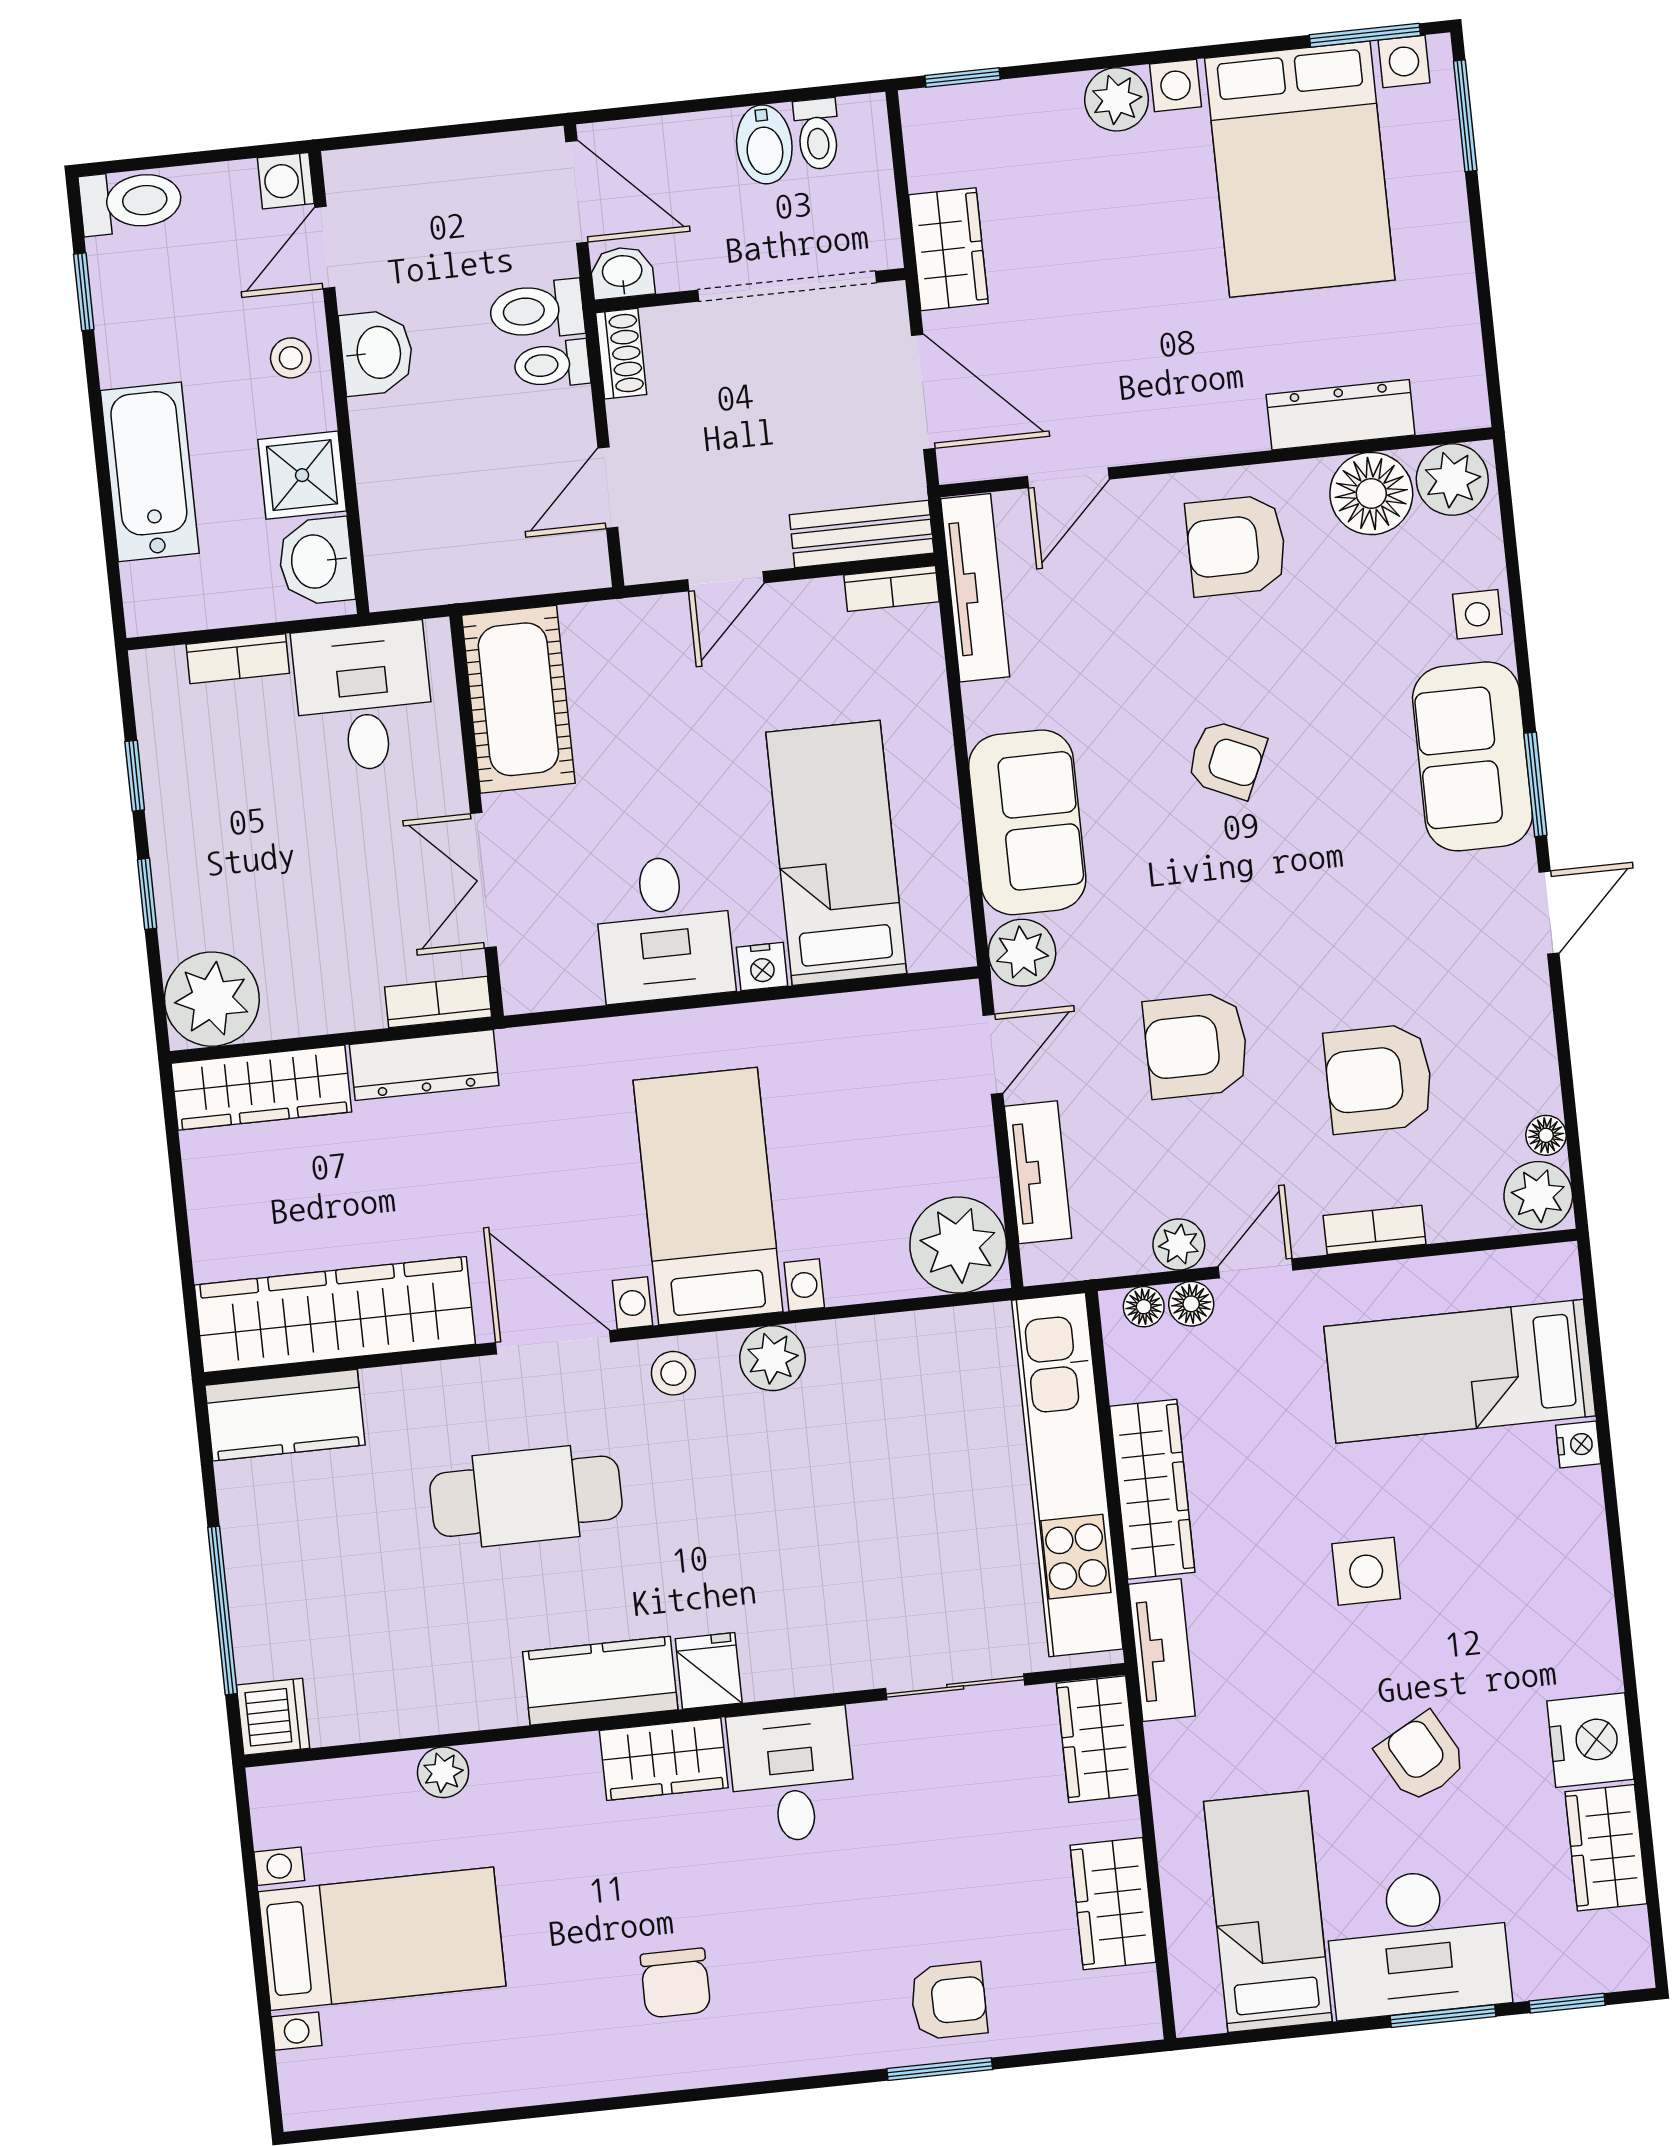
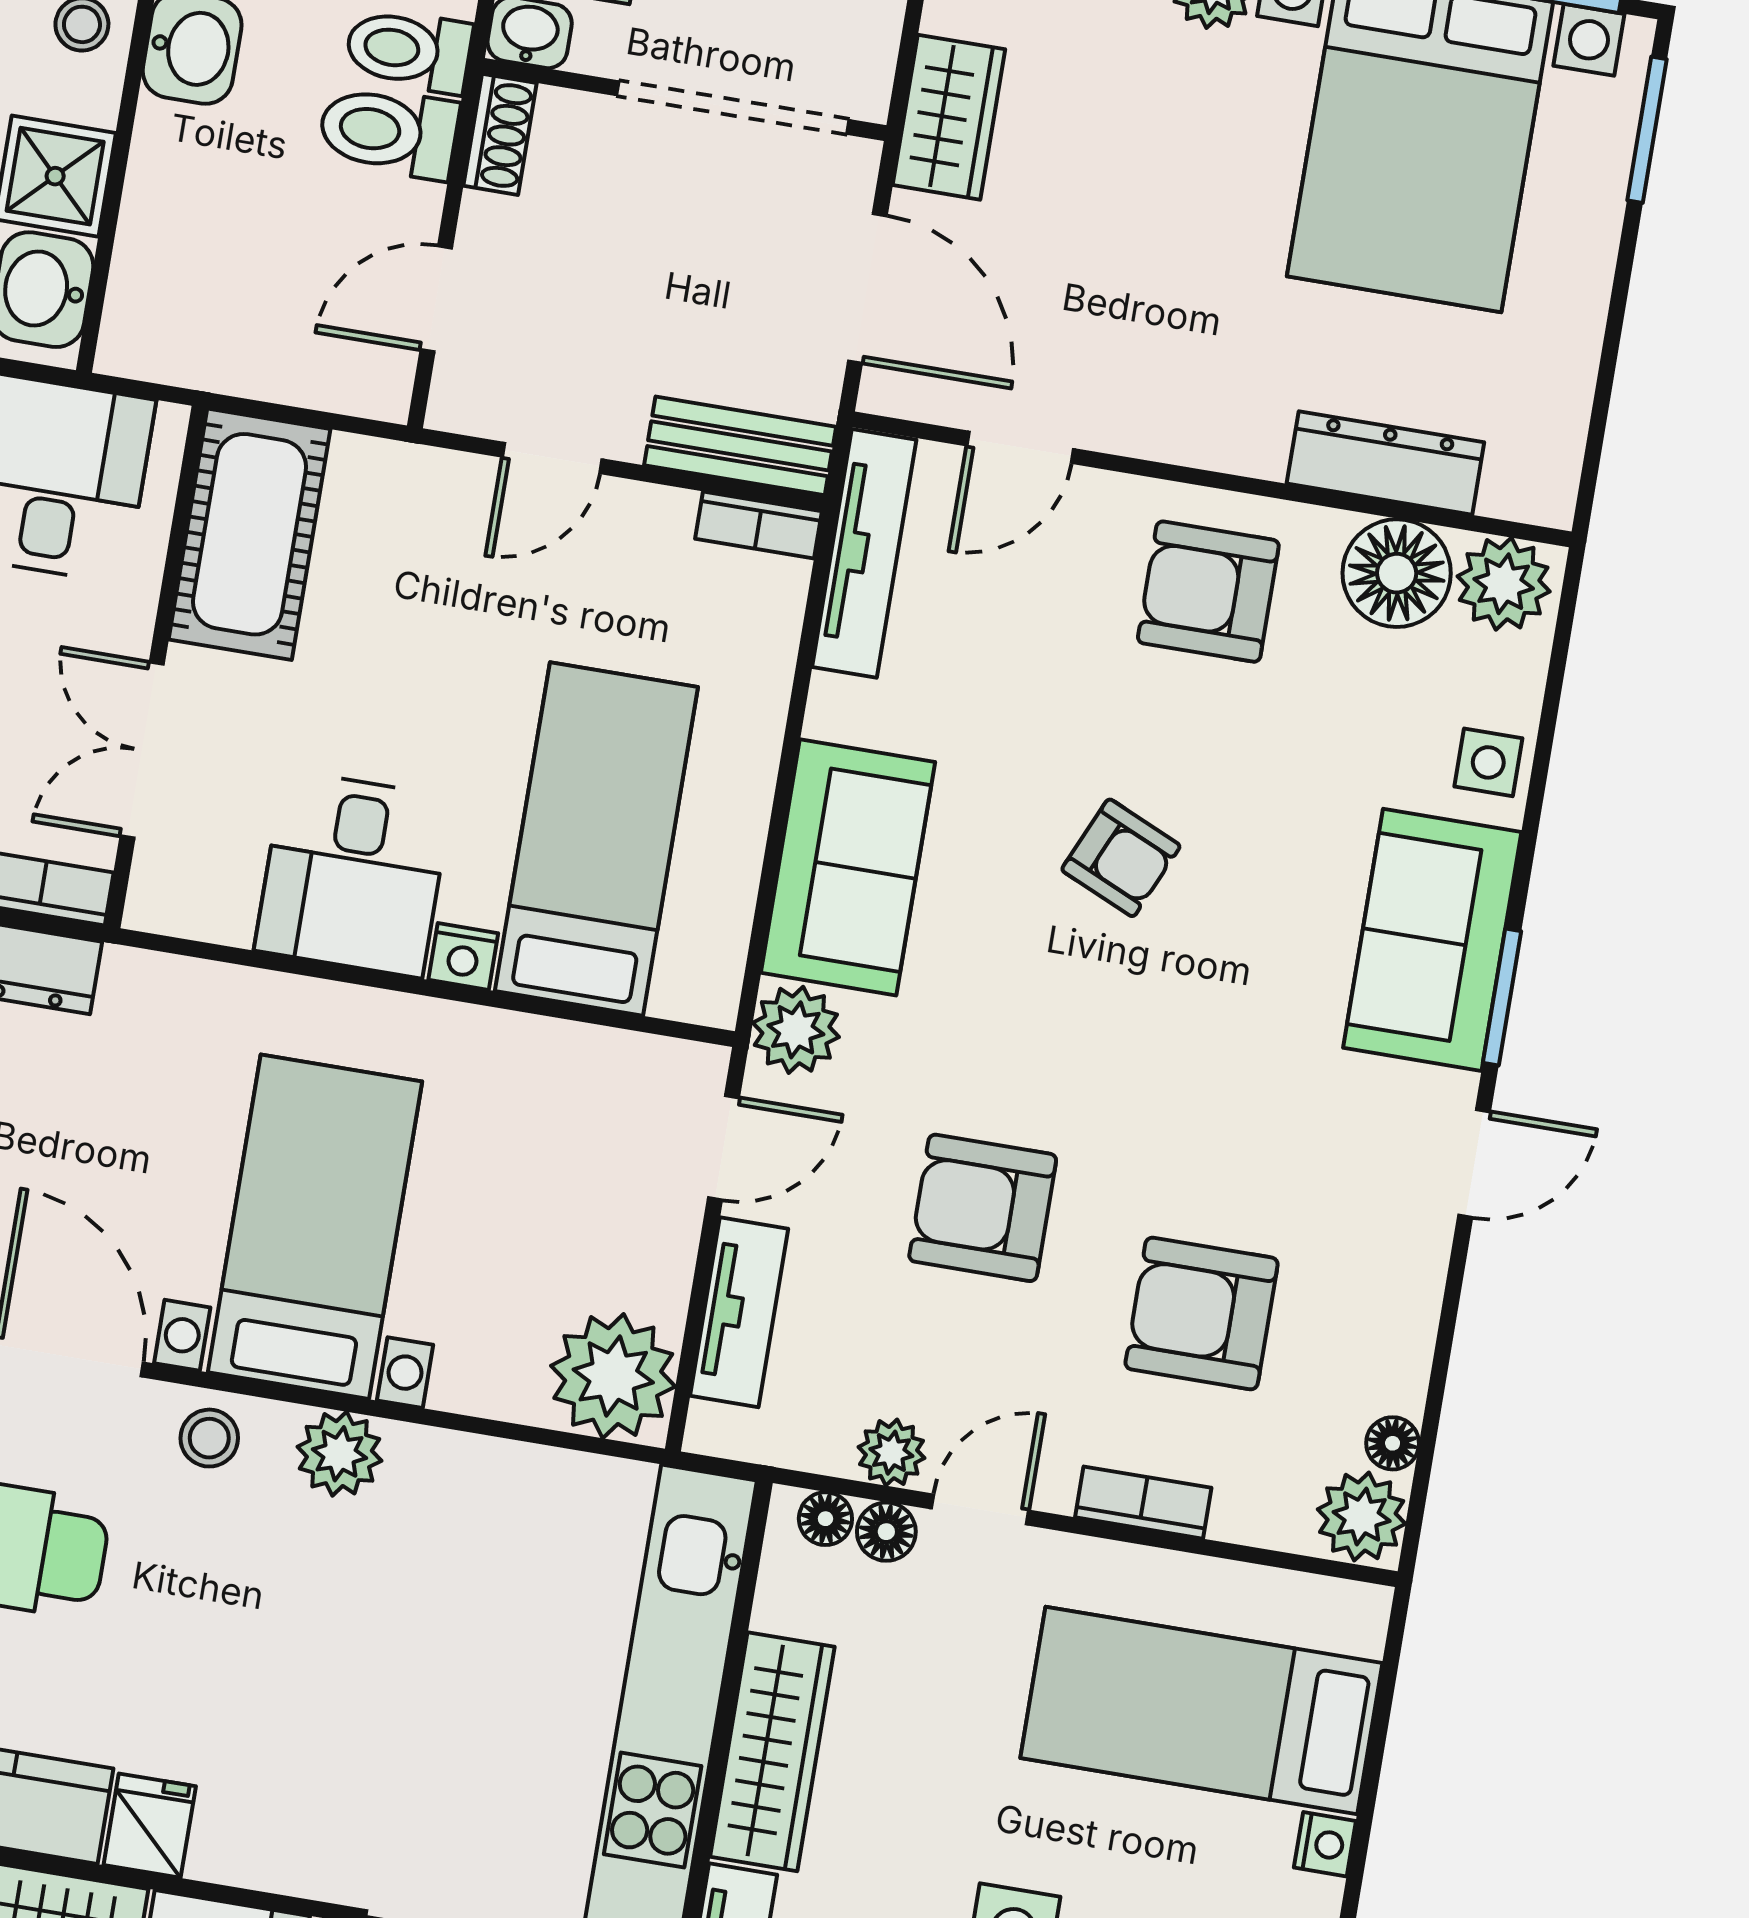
toilet: (552, 364) -> (389, 132), width x1.37, depth x1.39

